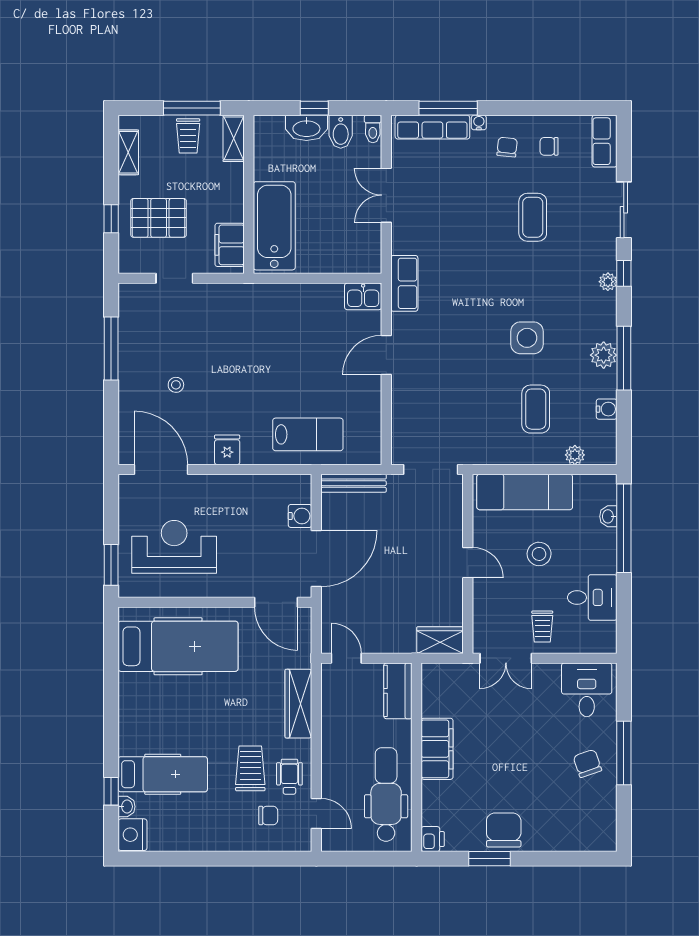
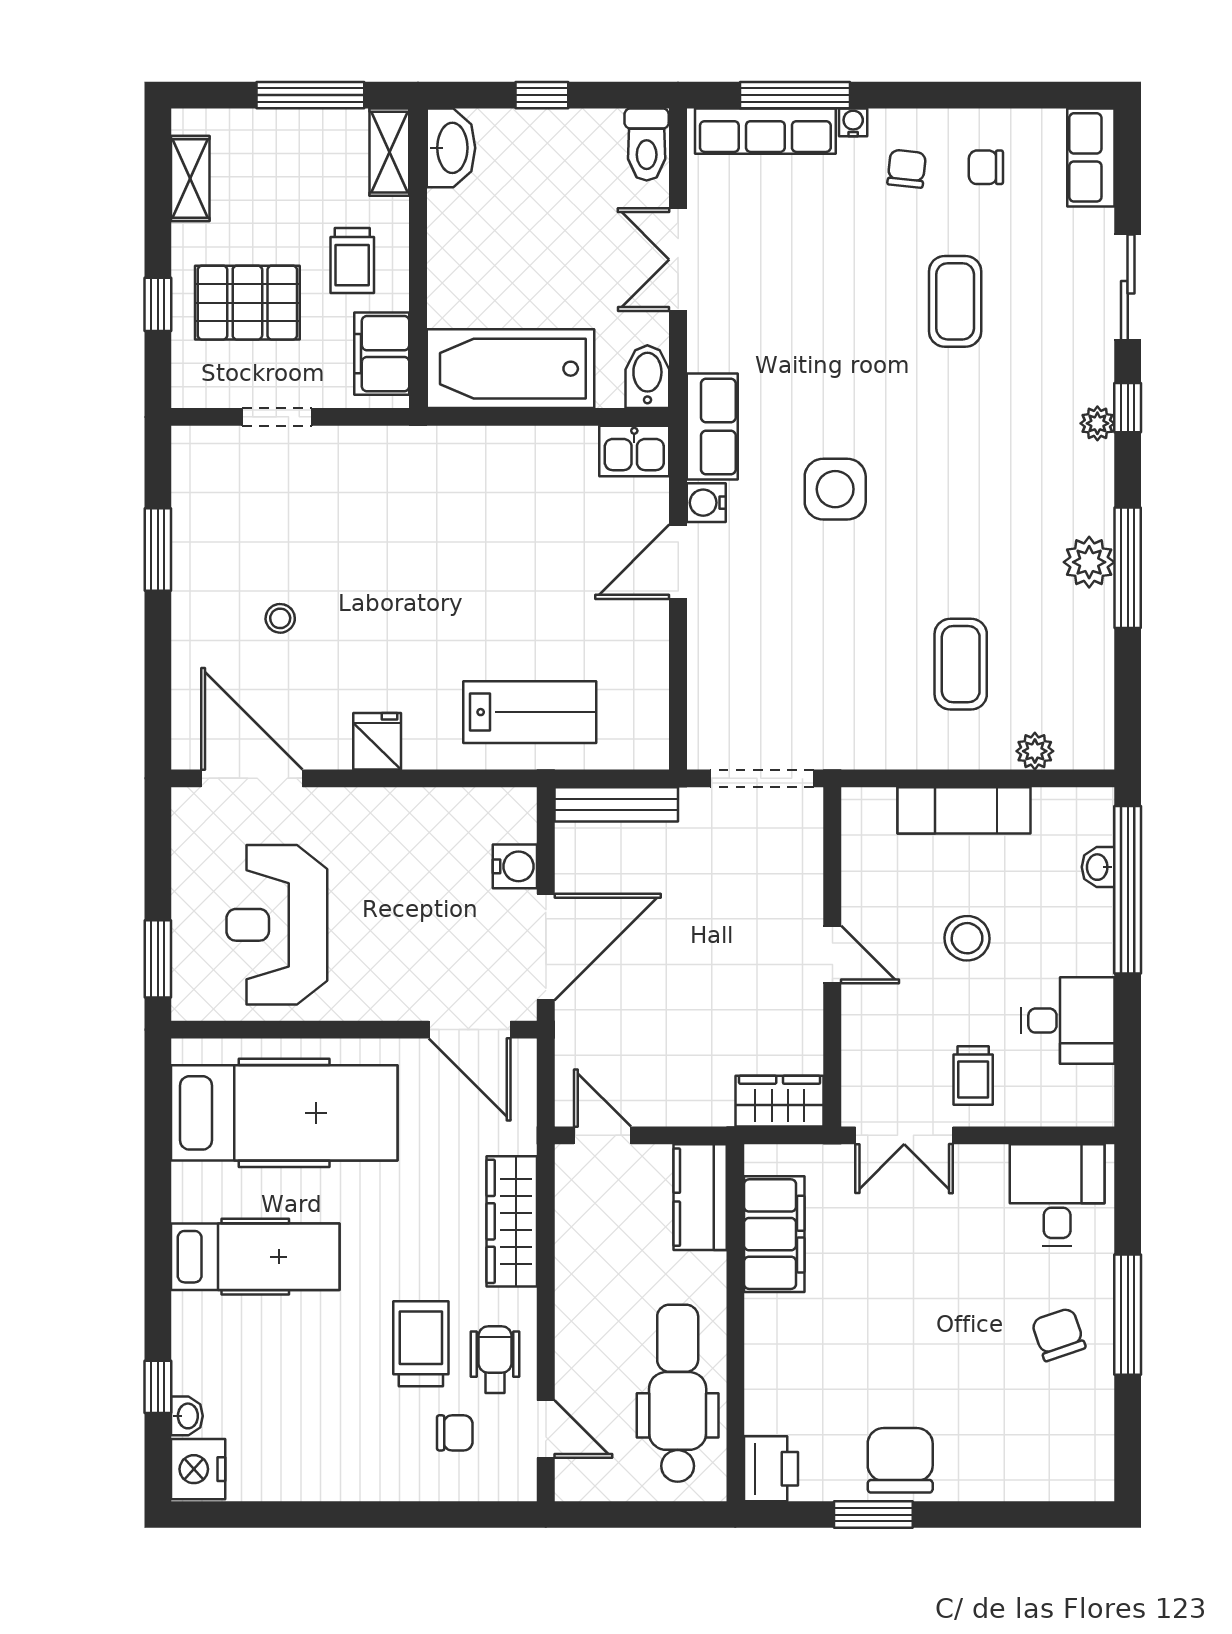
washbasin: (306, 128) -> (451, 148), moved, turned -90
toilet: (373, 129) -> (647, 144), width x1.37, depth x1.39
bidet: (341, 132) -> (647, 377), moved, turned 180
trolley: (188, 136) -> (352, 260), moved
bathtub: (274, 226) -> (510, 369), moved, turned -90
side table: (527, 338) -> (835, 489), moved
window: (111, 348) -> (158, 550), width x0.69
water cooler: (607, 409) -> (706, 503), moved, turned 180
exam couch: (525, 492) -> (964, 810), width x0.73, depth x0.69
reception desk: (174, 547) -> (277, 925), turned -90
filing cabinet: (437, 749) -> (774, 1234), moved
hospital bed: (163, 774) -> (255, 1257), moved
printer: (433, 839) -> (771, 1469), width x1.36, depth x1.24

